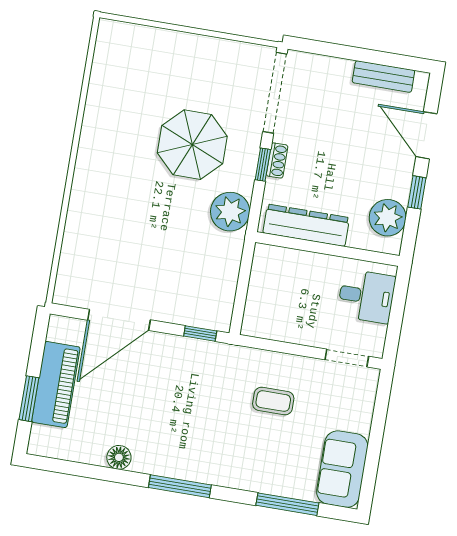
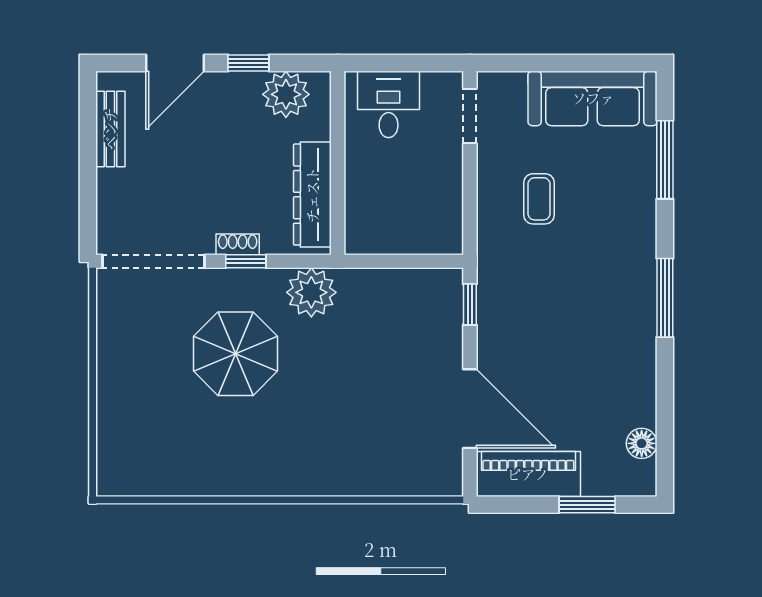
piano: (56, 385) -> (528, 474), moved
floor lamp: (119, 457) -> (642, 443), moved
sofa: (342, 469) -> (593, 98), width x1.36

